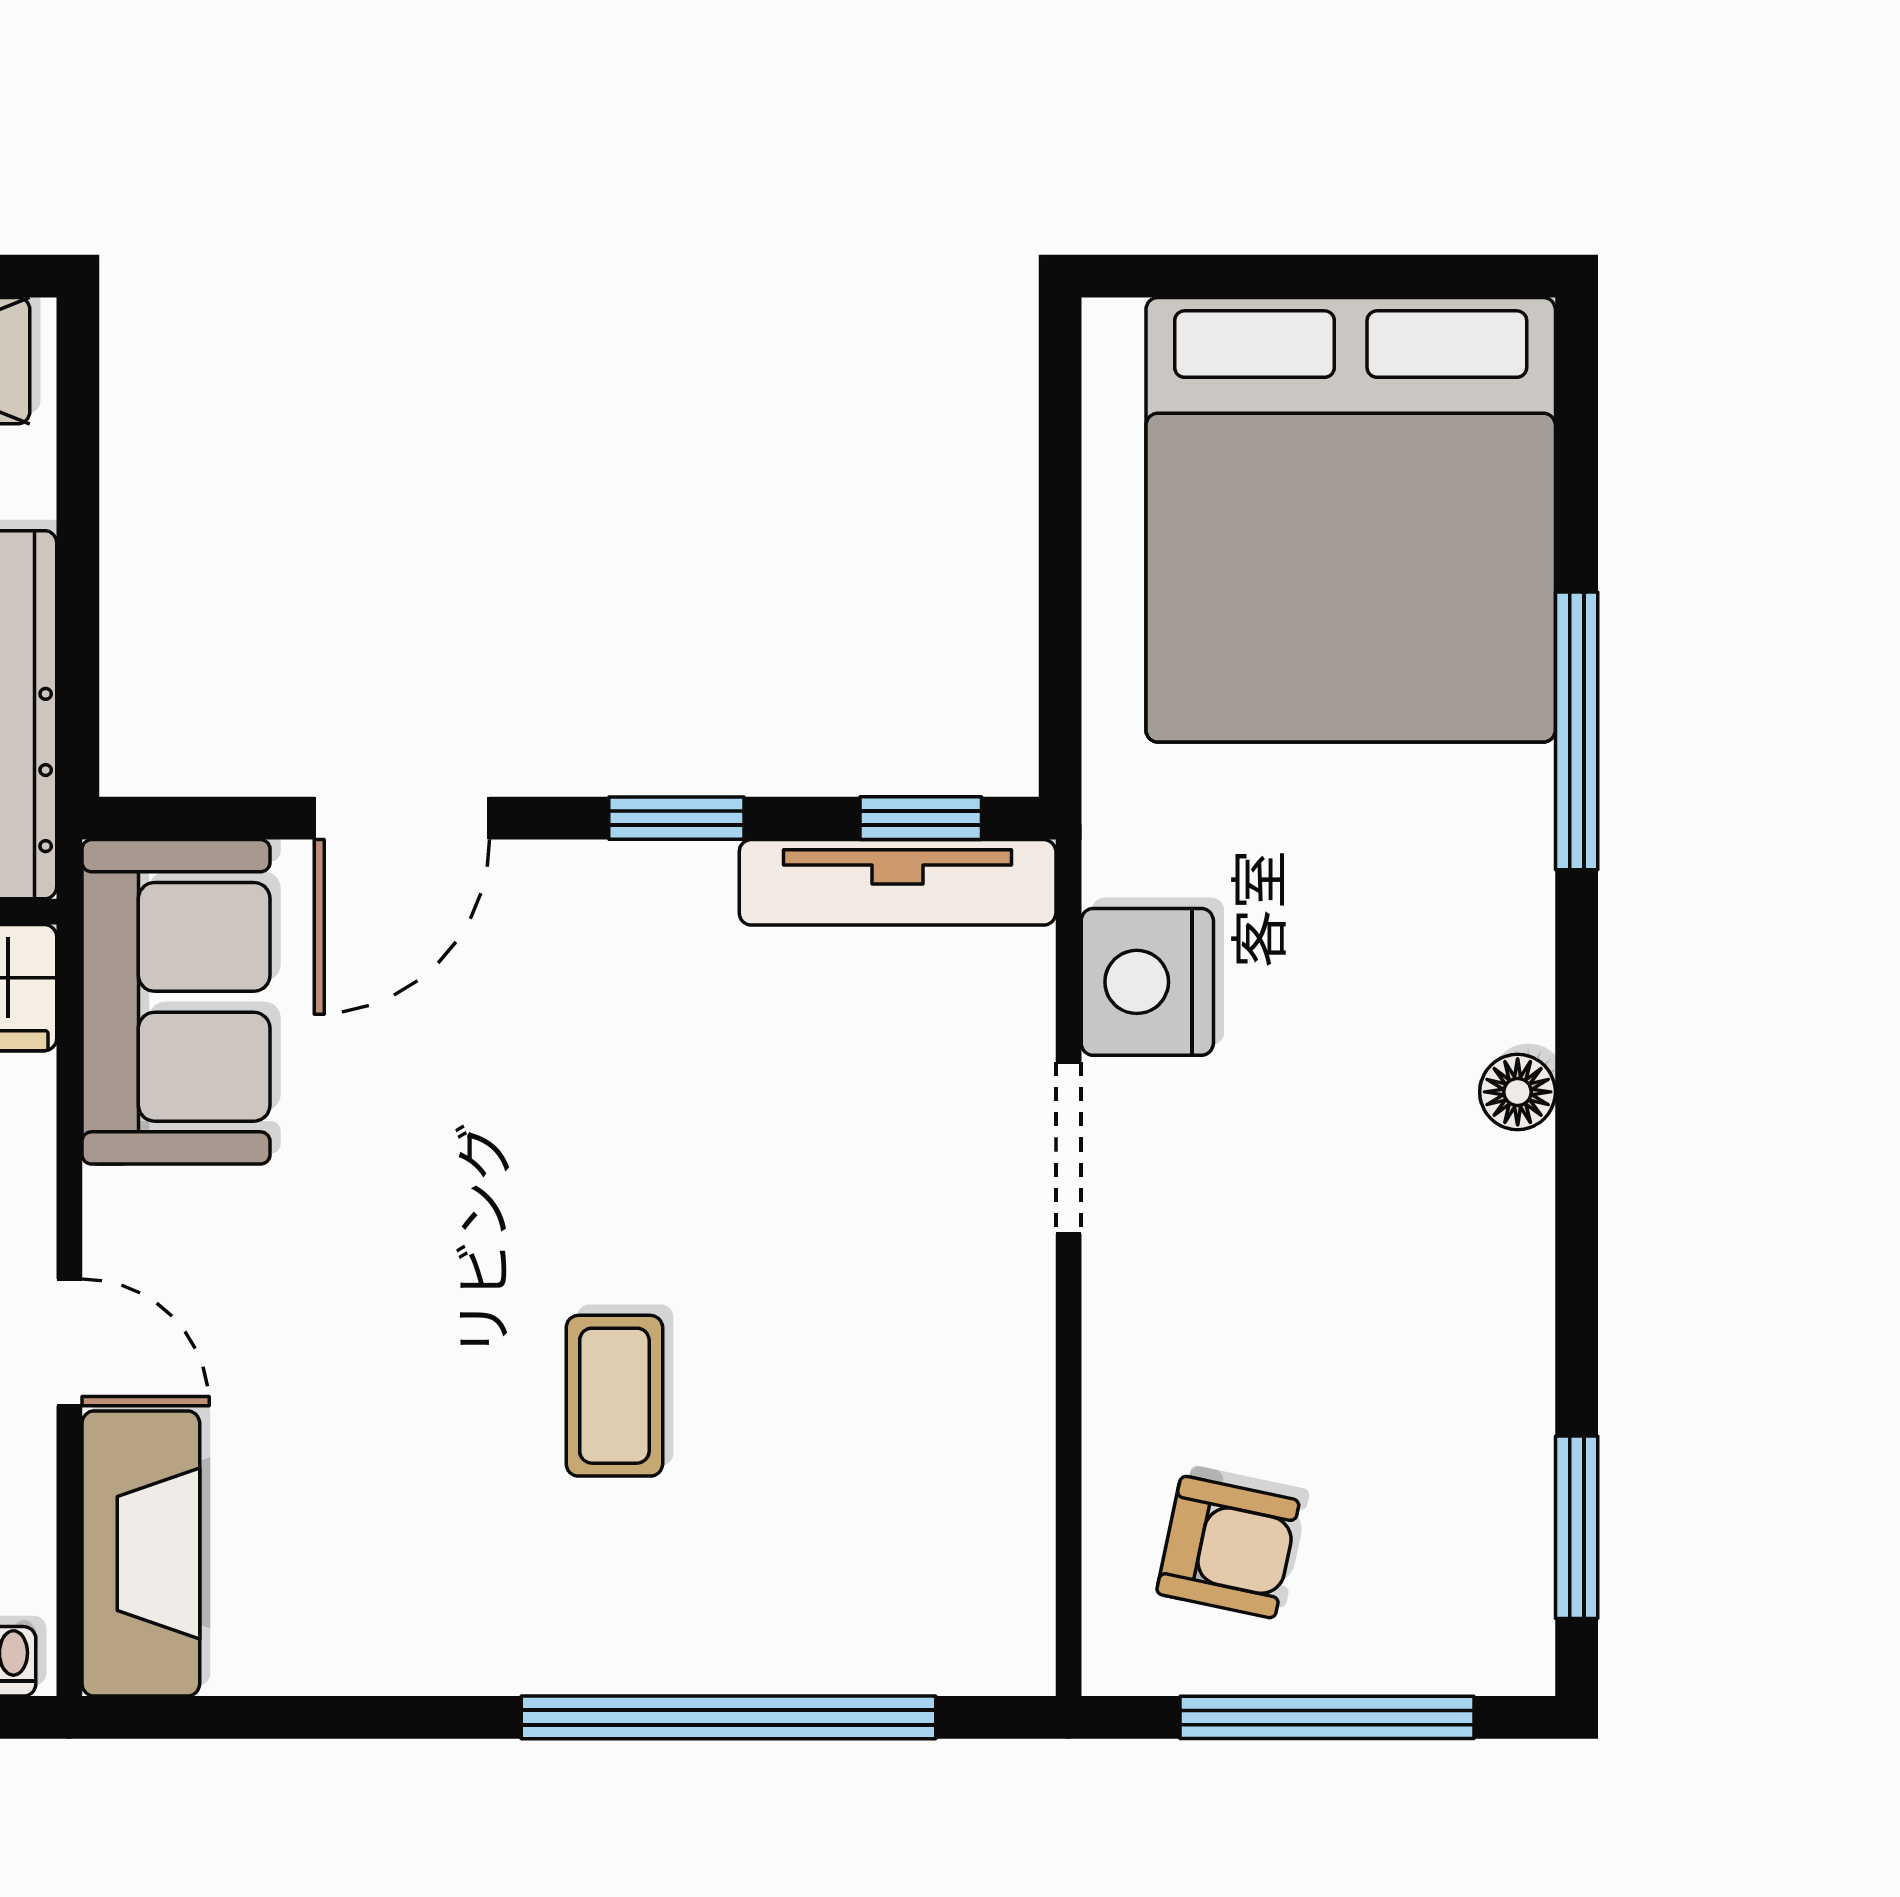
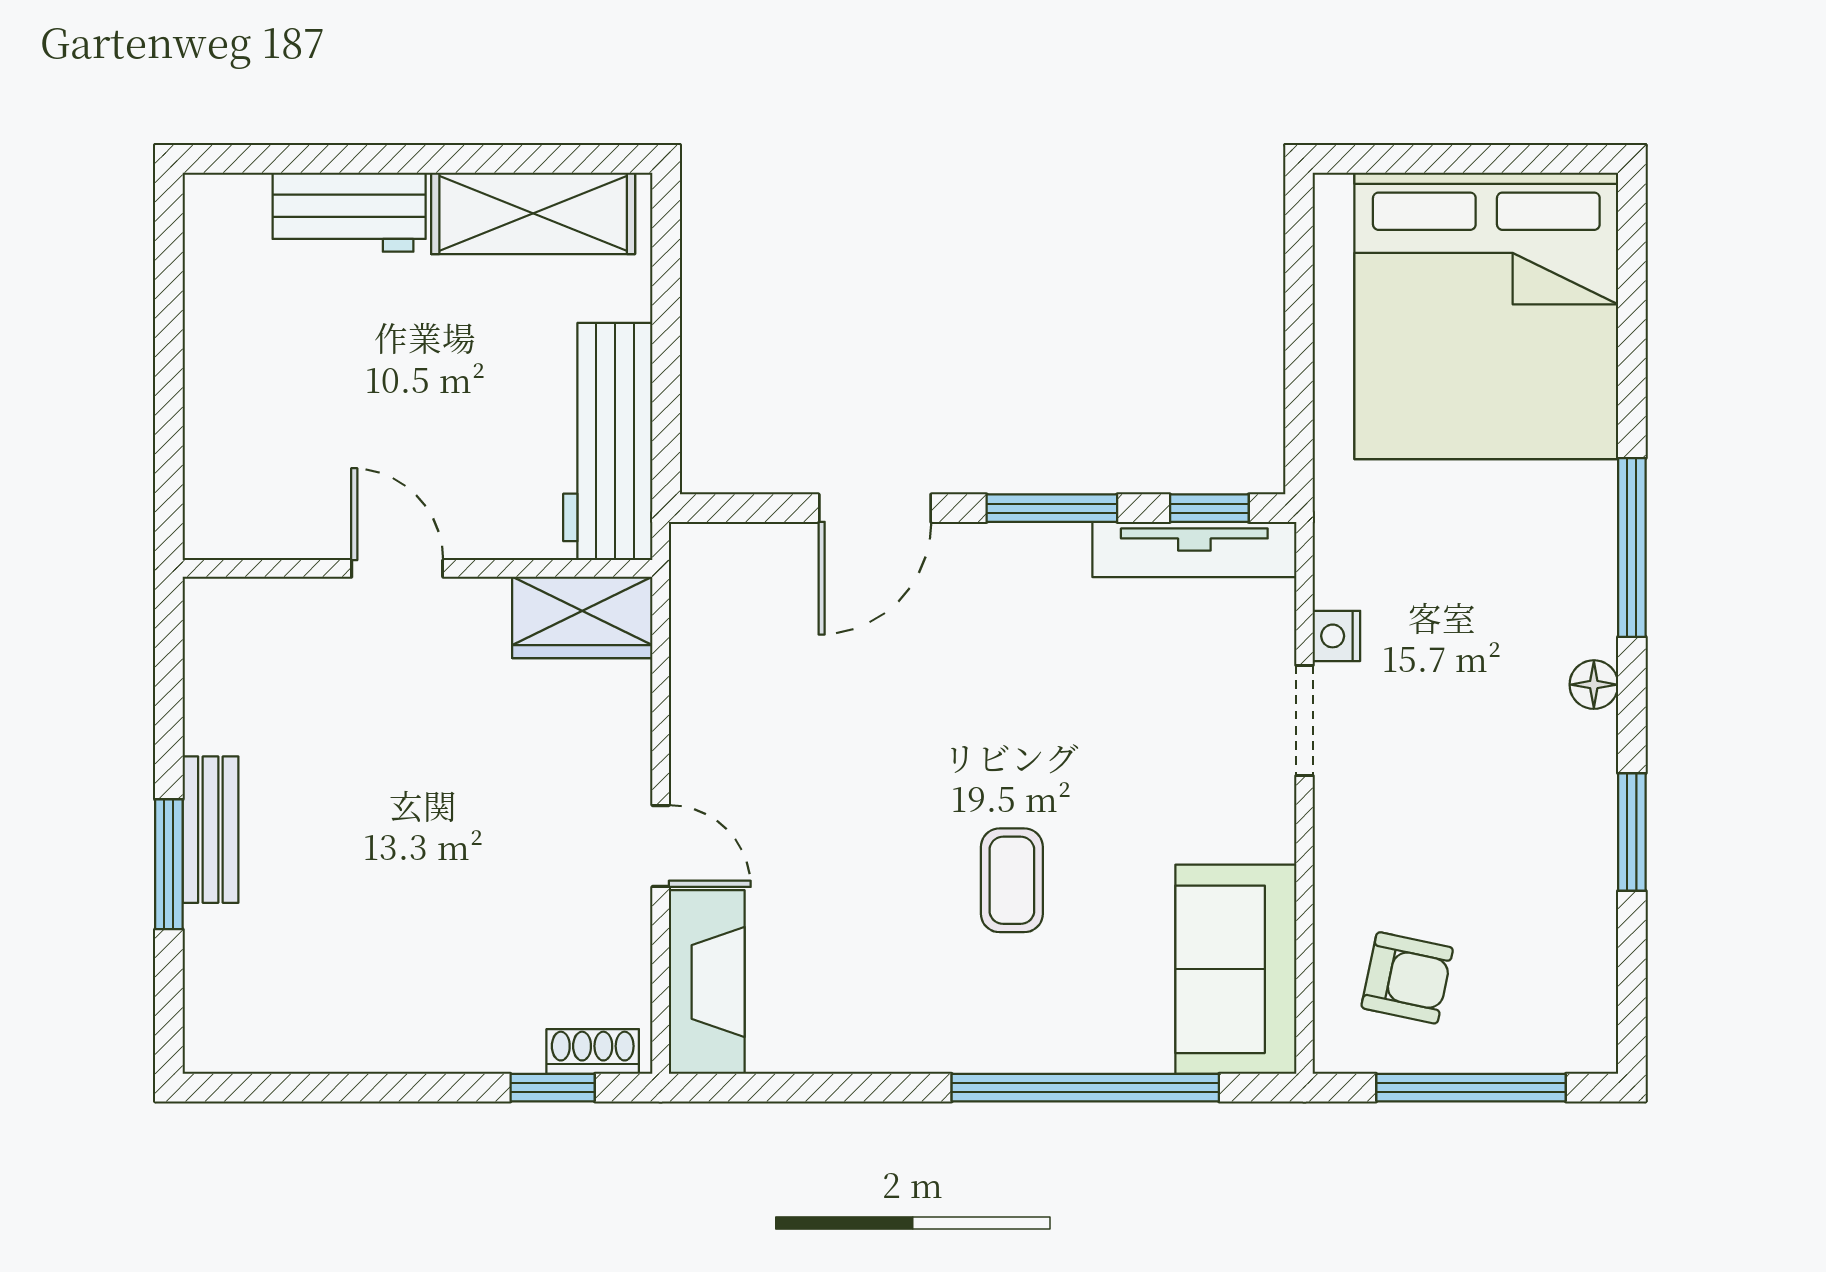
window: (1577, 731) -> (1632, 547), moved
window: (676, 818) -> (1052, 508), width x1.50
nightstand: (1147, 982) -> (1336, 636), width x0.53, depth x0.56
sofa: (176, 1002) -> (1236, 969), moved, turned 180
window: (1577, 1527) -> (1632, 832), moved

